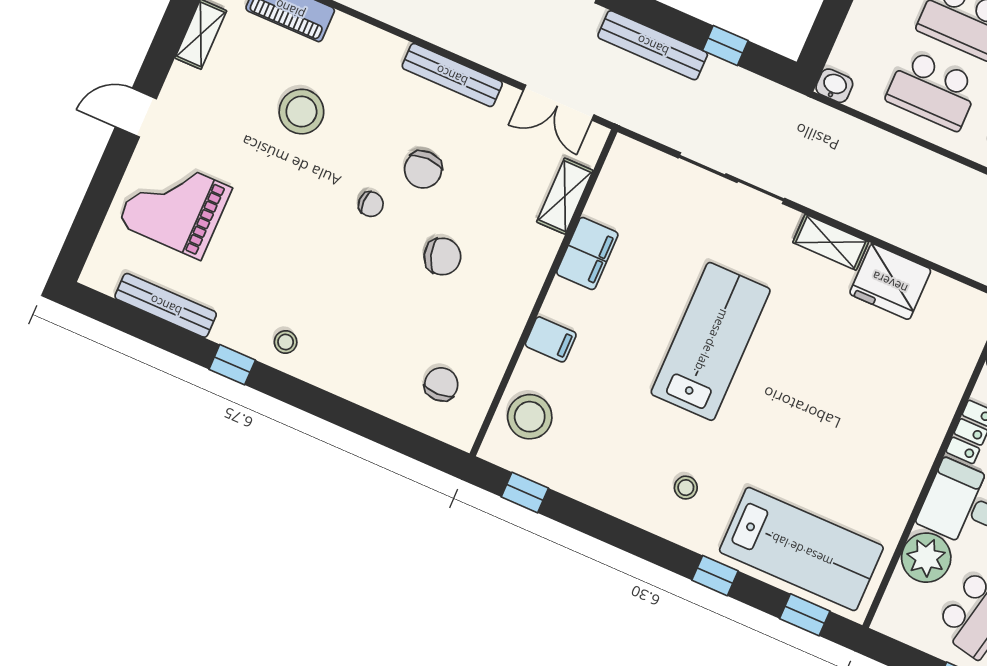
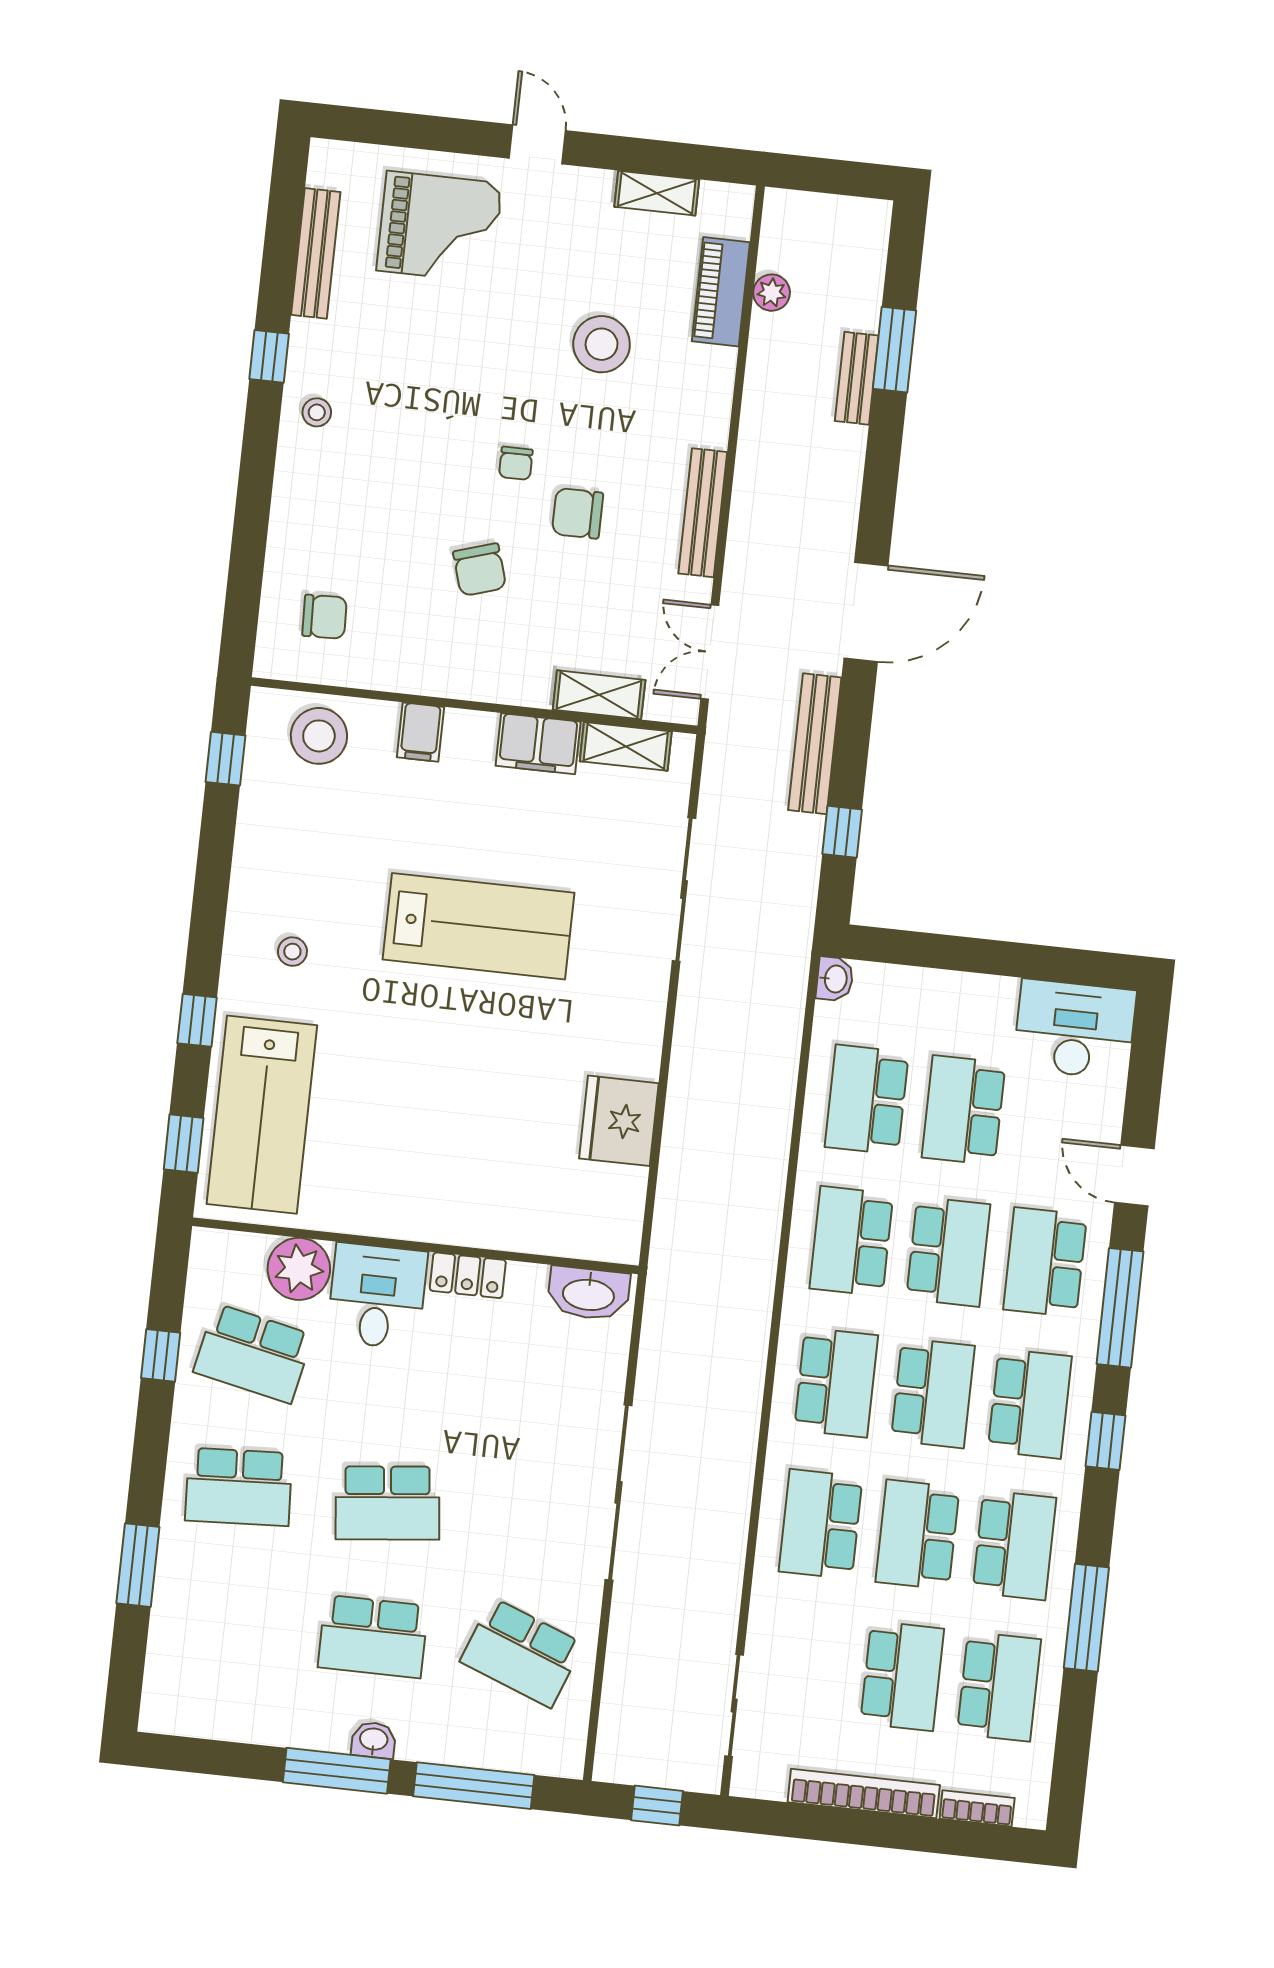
grand piano: (175, 206) -> (439, 227), turned 90
shelving: (831, 242) -> (626, 746), moved, turned 90

